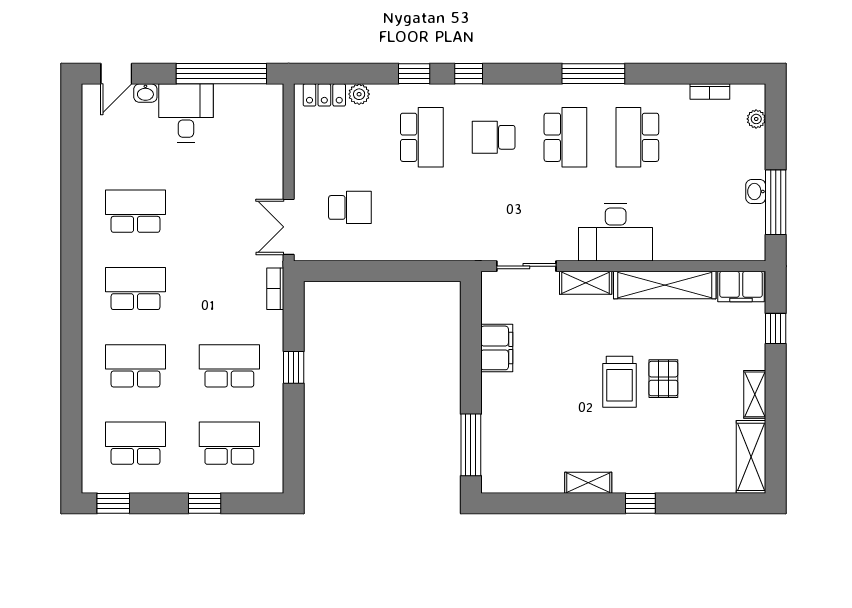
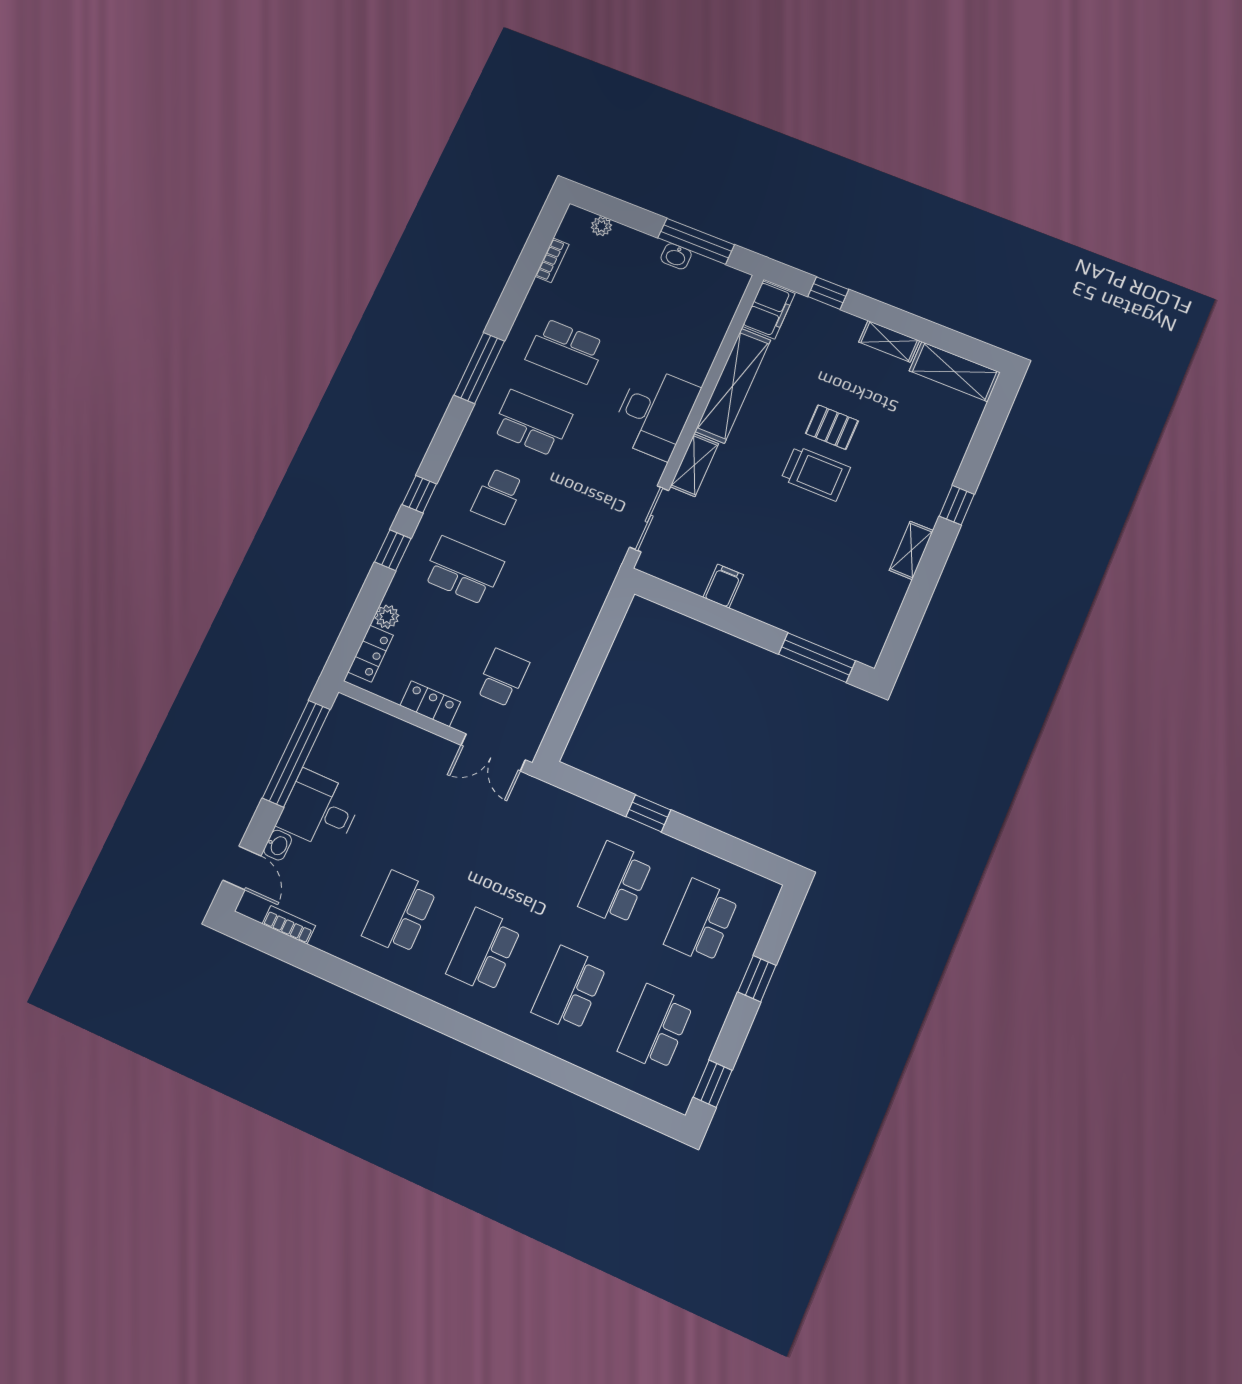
locker: (305, 160) -> (430, 704), added
bookcase: (275, 289) -> (289, 925), moved, turned 180
filing cabinet: (497, 348) -> (723, 586), width x0.50

